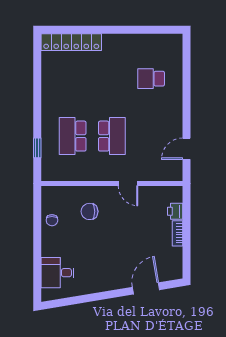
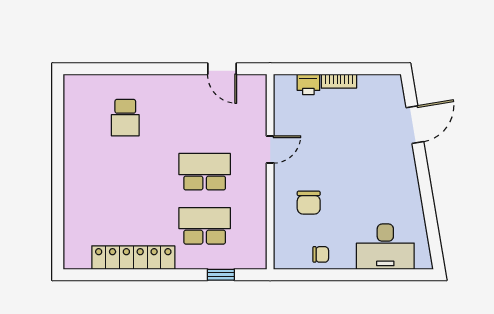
locker: (71, 42) -> (133, 258), moved, turned -90
school desk: (73, 136) -> (205, 226), turned 180
desk: (58, 273) -> (385, 247), width x1.37
door: (146, 288) -> (415, 125), swing flipped

